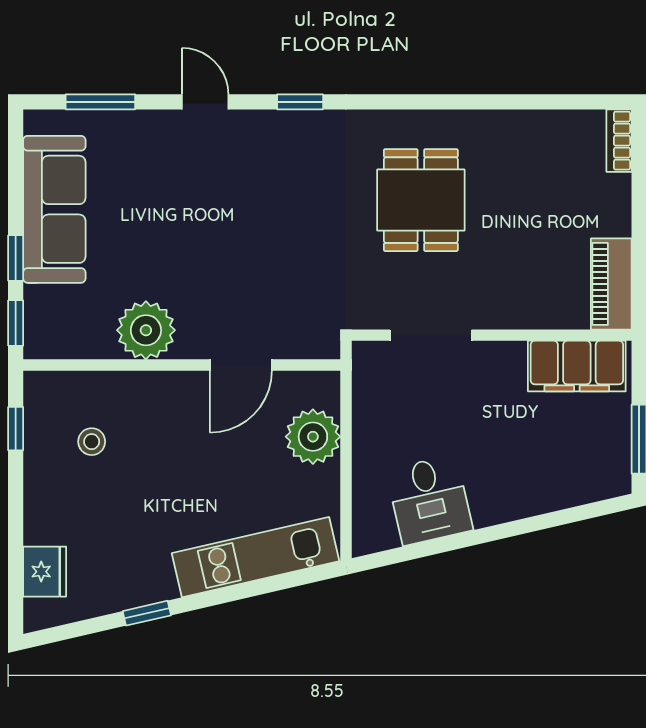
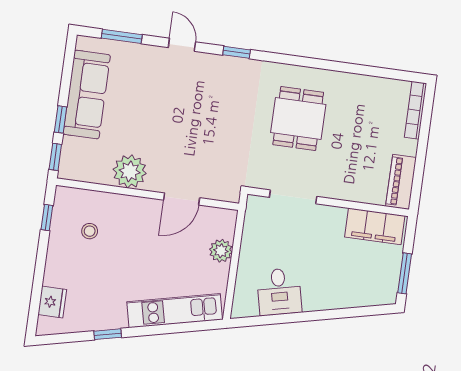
bookcase: (619, 141) -> (416, 110), width x1.56
plant: (313, 437) -> (221, 251), width x0.73, depth x0.73

